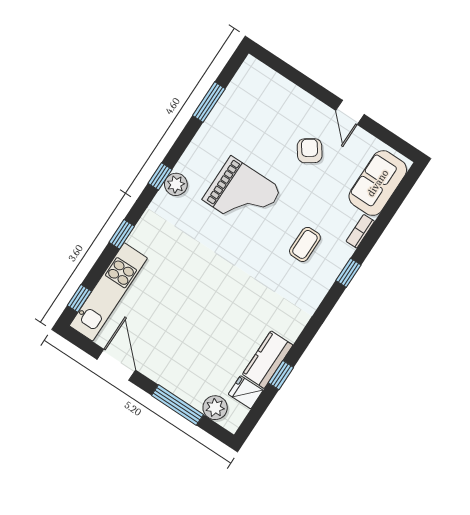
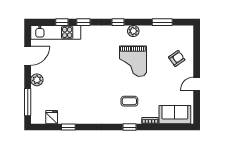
armchair: (310, 151) -> (177, 58), moved
plant: (176, 184) -> (133, 31), moved
window: (79, 298) -> (62, 22), moved
kitchen counter: (268, 360) -> (71, 117), removed
window: (177, 405) -> (28, 102), moved
plant: (215, 408) -> (37, 80), moved

